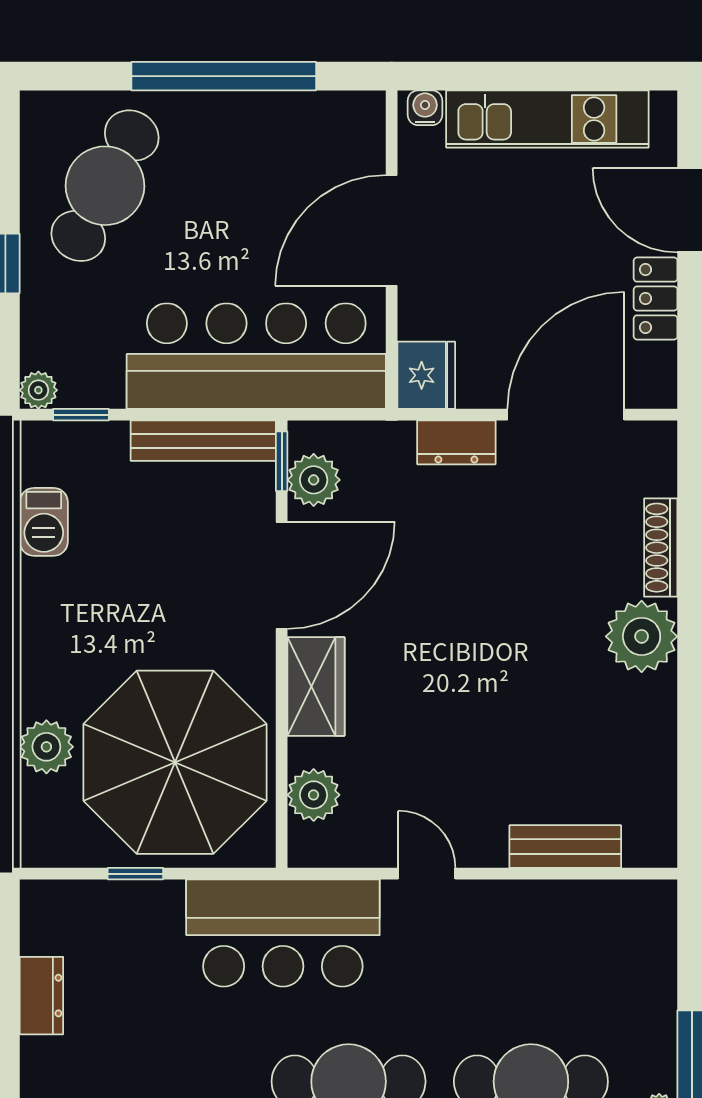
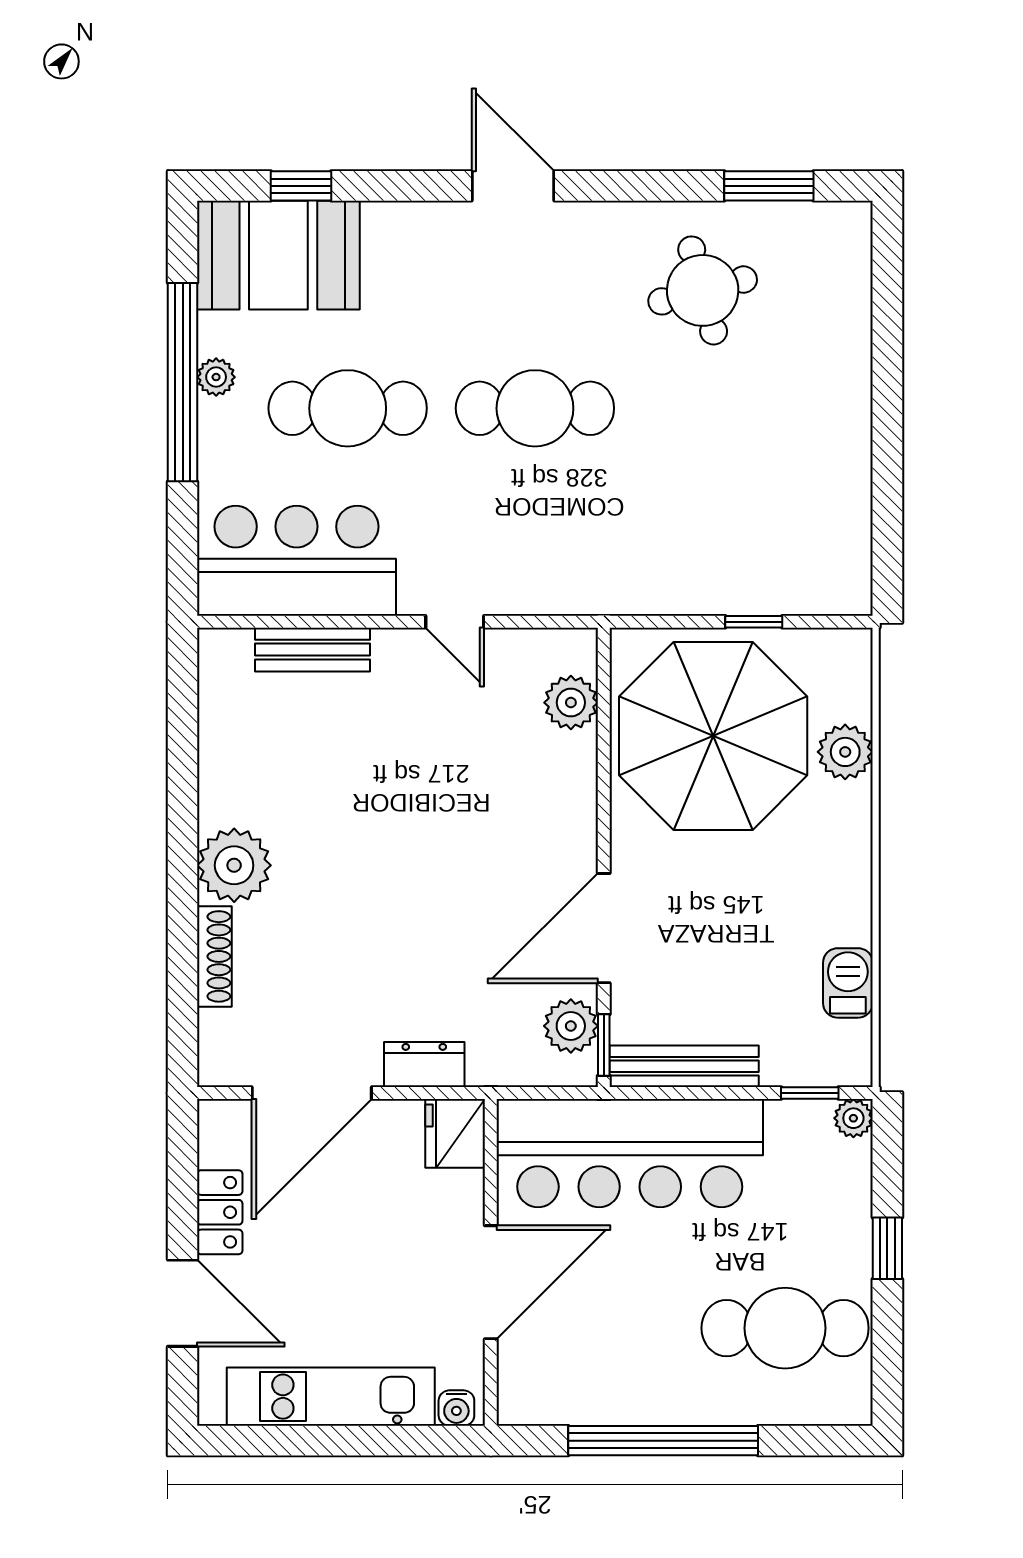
cafe table: (105, 186) -> (785, 1328), turned 62
wardrobe: (316, 686) -> (568, 814), removed
bar counter: (283, 933) -> (297, 561), moved
dresser: (41, 996) -> (850, 497), removed

